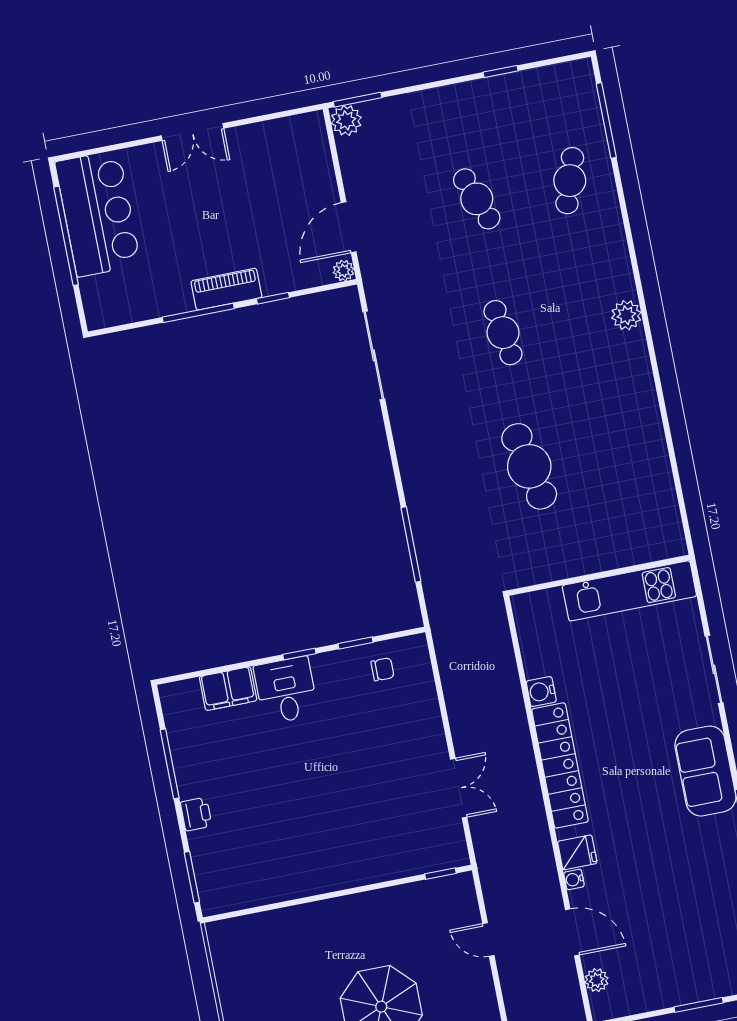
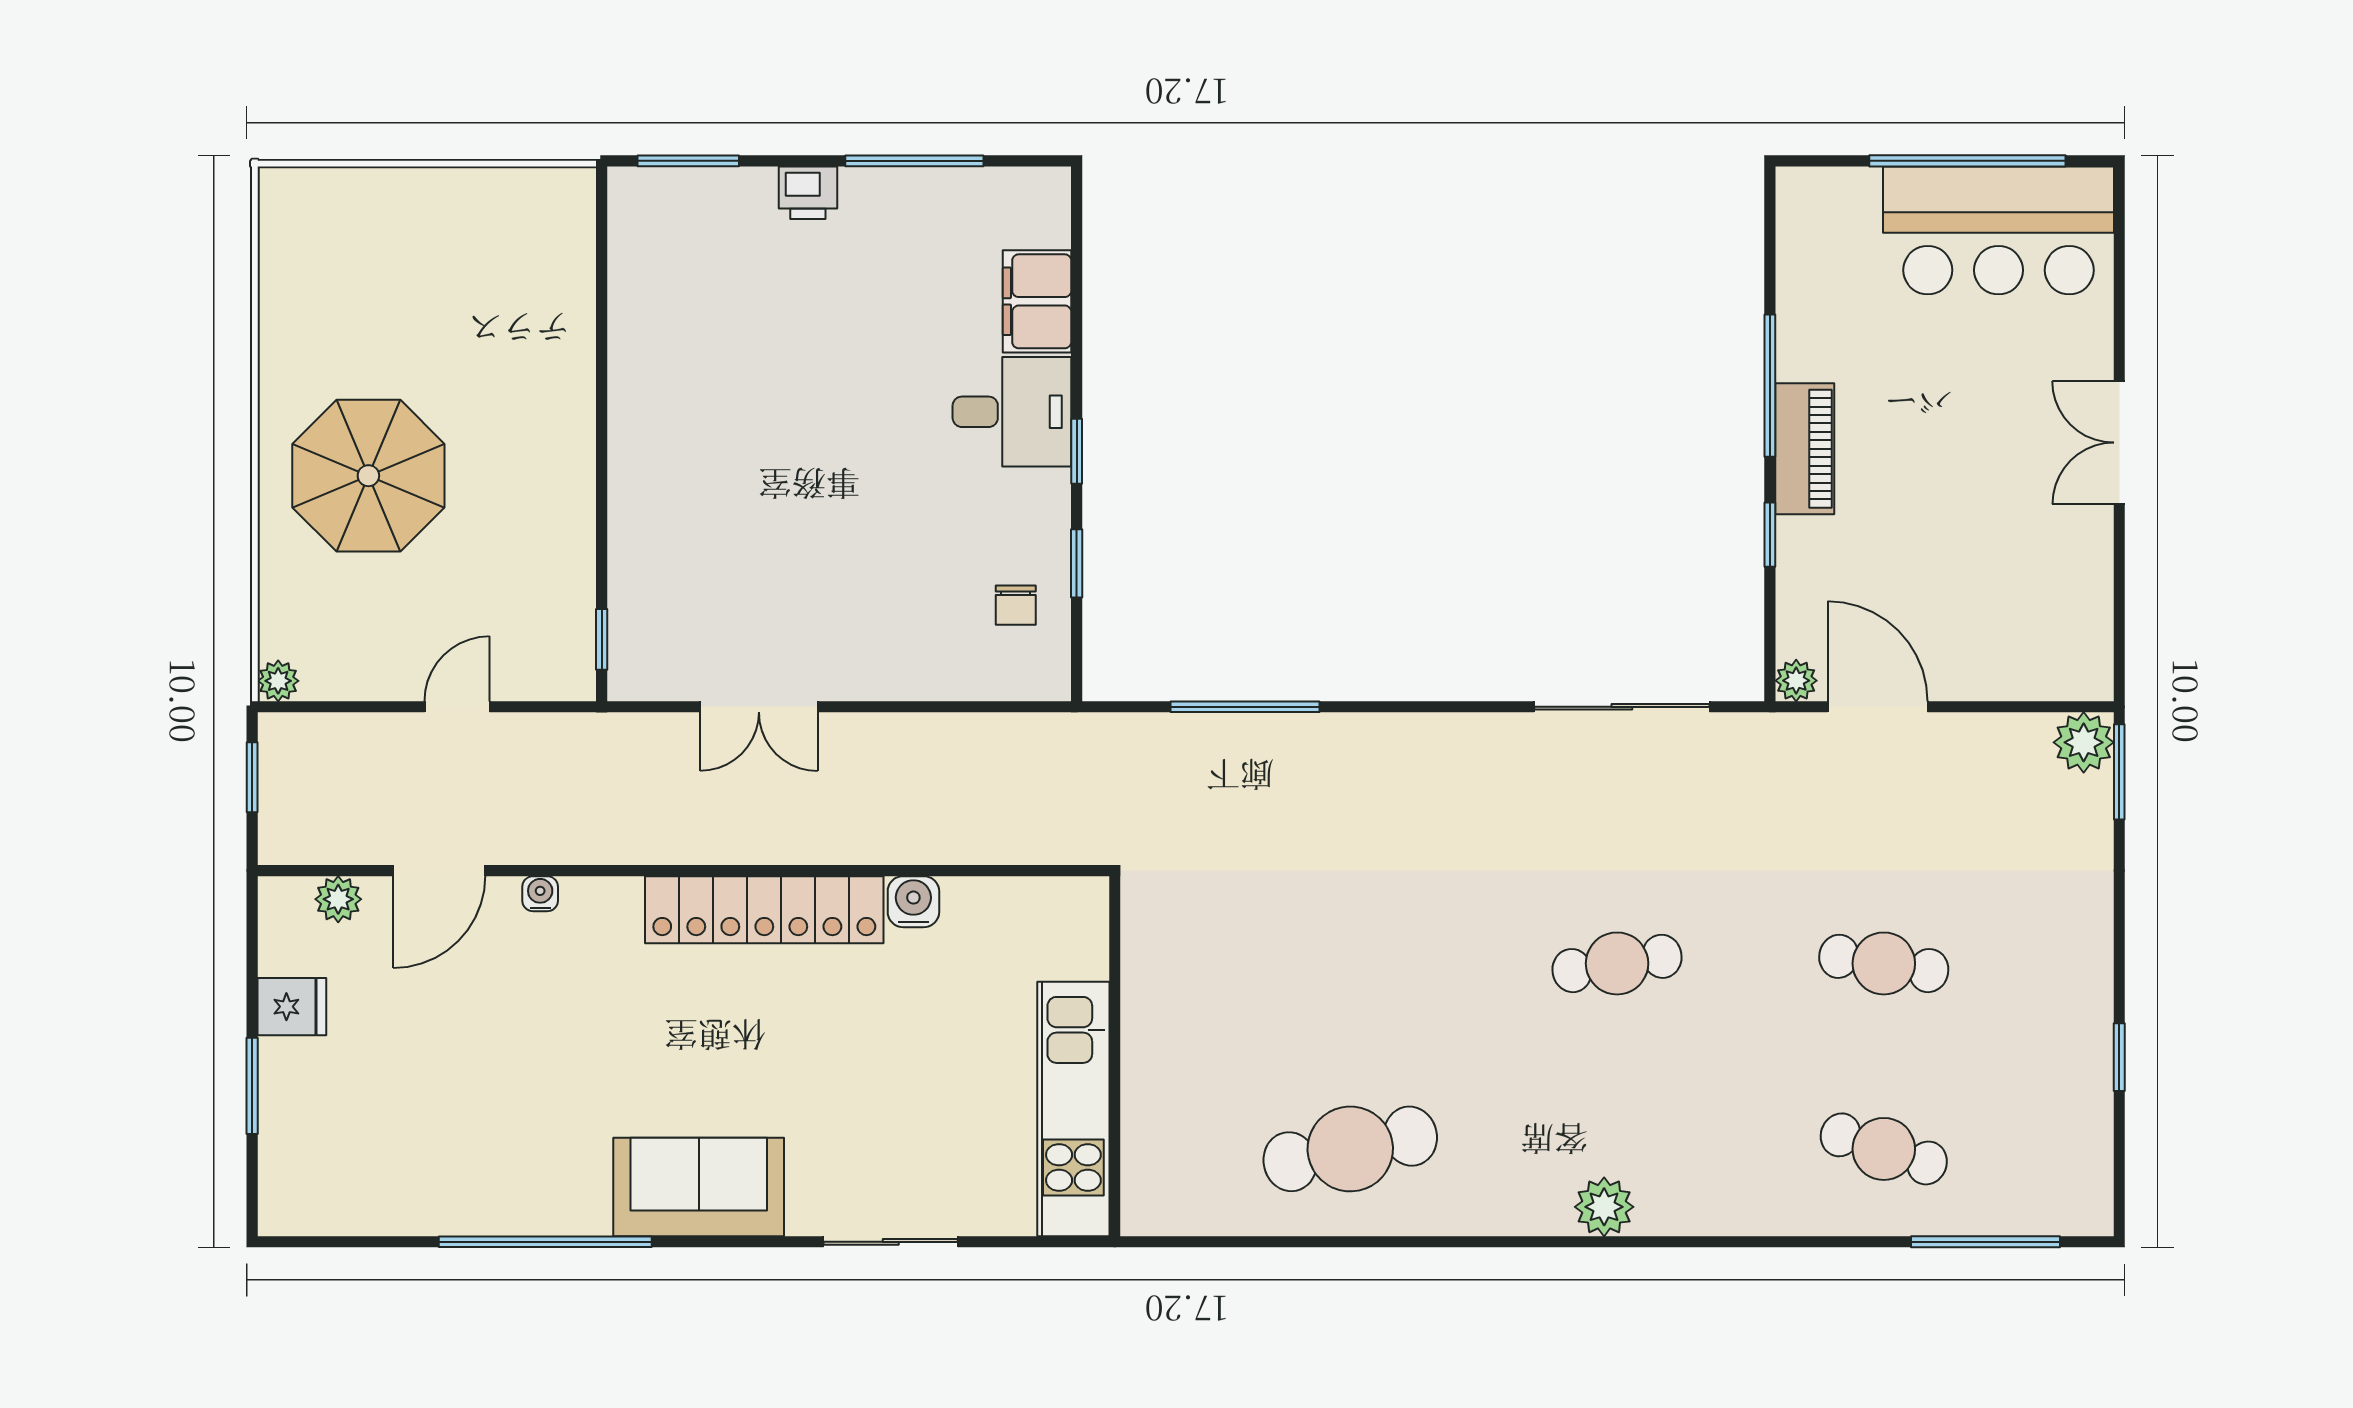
cafe table: (477, 199) -> (1884, 963), turned 30
cafe table: (529, 466) -> (1350, 1149), moved
fridge: (577, 852) -> (292, 1007), moved, turned -90

